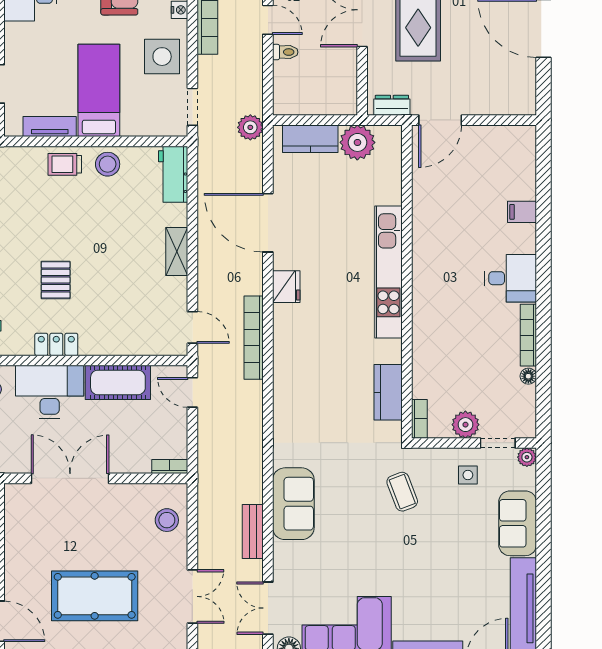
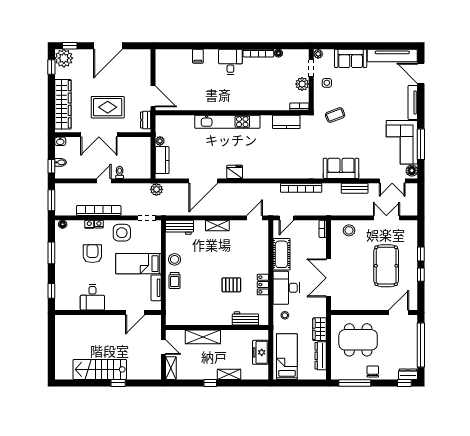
plant: (357, 142) -> (160, 141), width x0.53, depth x0.53
bookcase: (254, 338) -> (301, 188), moved

